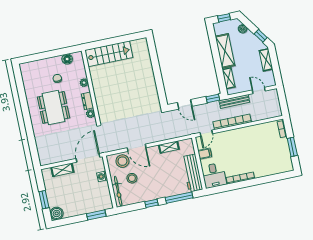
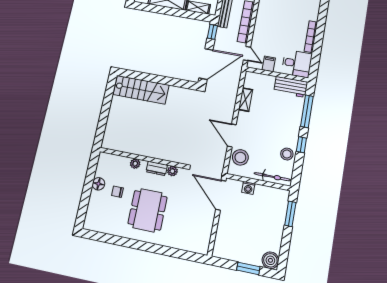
stairs: (109, 54) -> (141, 90), moved, turned 90
floor lamp: (67, 59) -> (98, 184), moved
door: (185, 104) -> (206, 64), width x1.88
dining table: (53, 107) -> (147, 210), turned 90
door: (137, 148) -> (232, 135), swing flipped
shelving: (62, 170) -> (222, 231), removed
workbench: (192, 173) -> (291, 87), width x0.73
stool: (132, 178) -> (287, 154), moved

